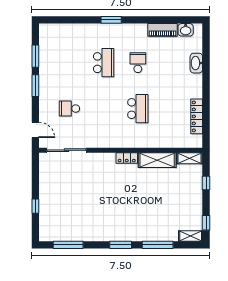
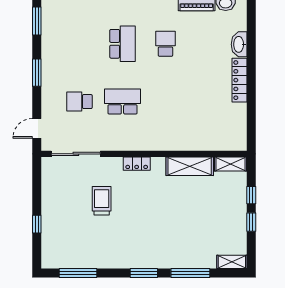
window: (35, 56) -> (37, 21), moved
school desk: (138, 109) -> (122, 102), moved, turned -90
locker: (197, 116) -> (239, 80), moved
door: (35, 130) -> (37, 128), swing flipped
locker: (127, 158) -> (137, 164), moved
trolley: (87, 187) -> (102, 201), added
window: (206, 223) -> (251, 222), moved

